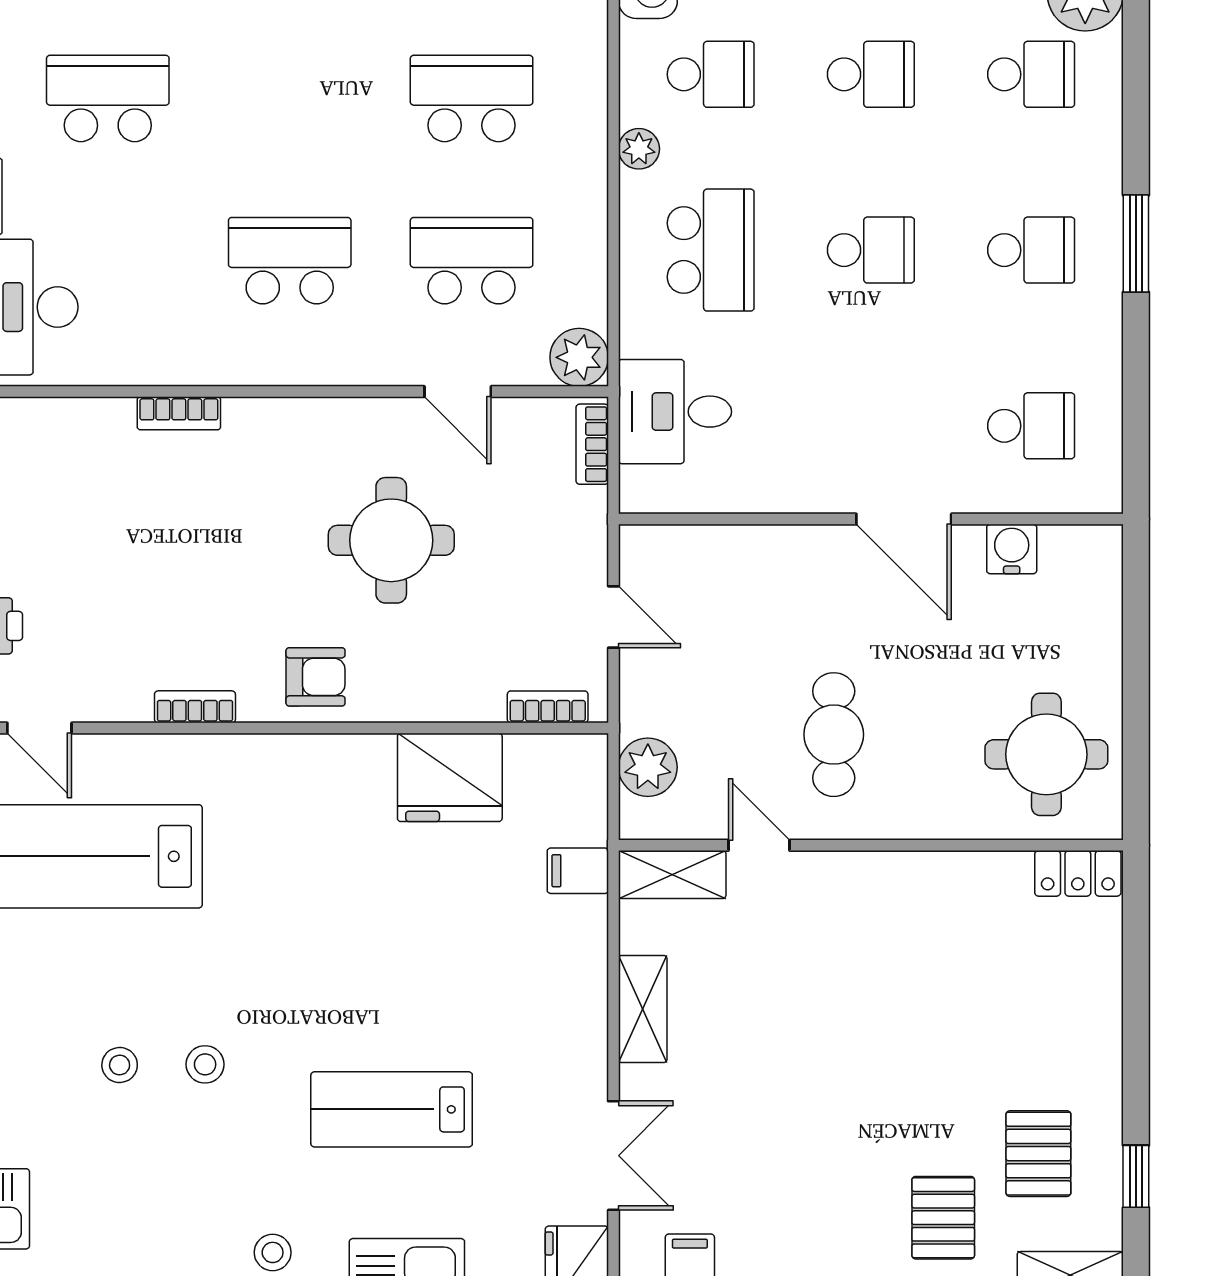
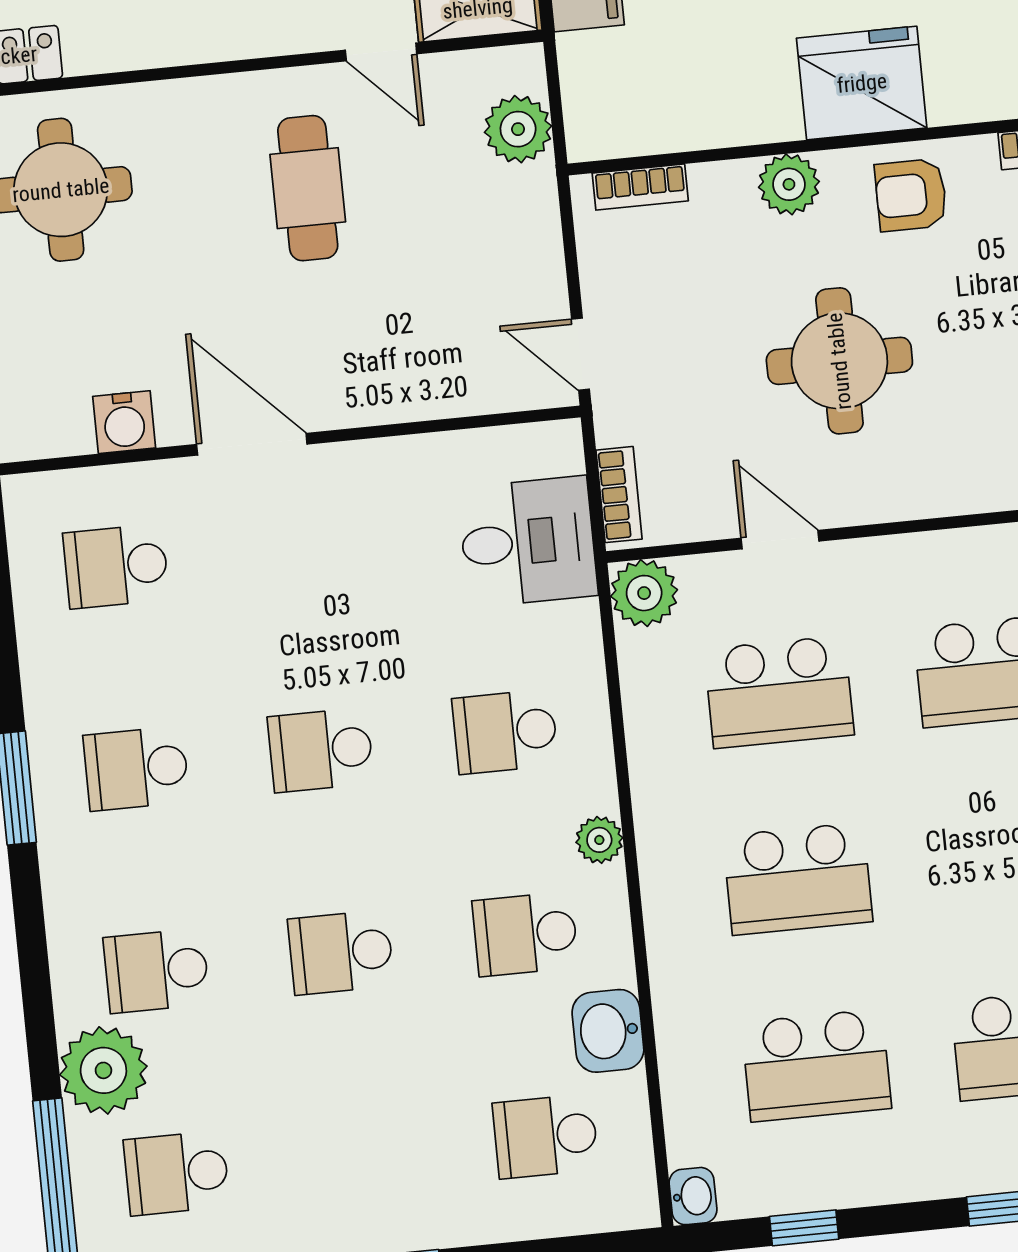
school desk: (711, 250) -> (505, 732), width x0.54
door: (613, 617) -> (580, 354), moved
plant: (419, 696) -> (789, 184), added
fridge: (450, 777) -> (862, 83), moved

